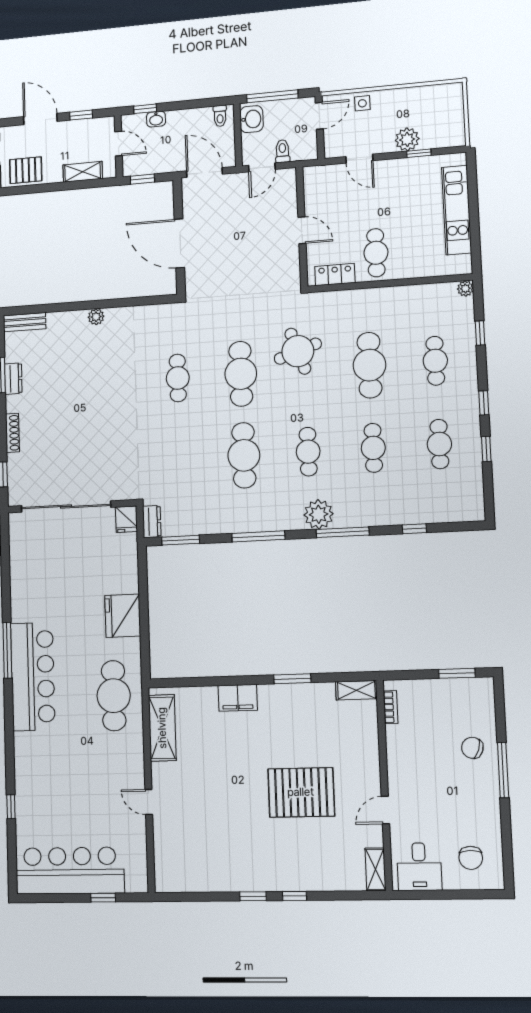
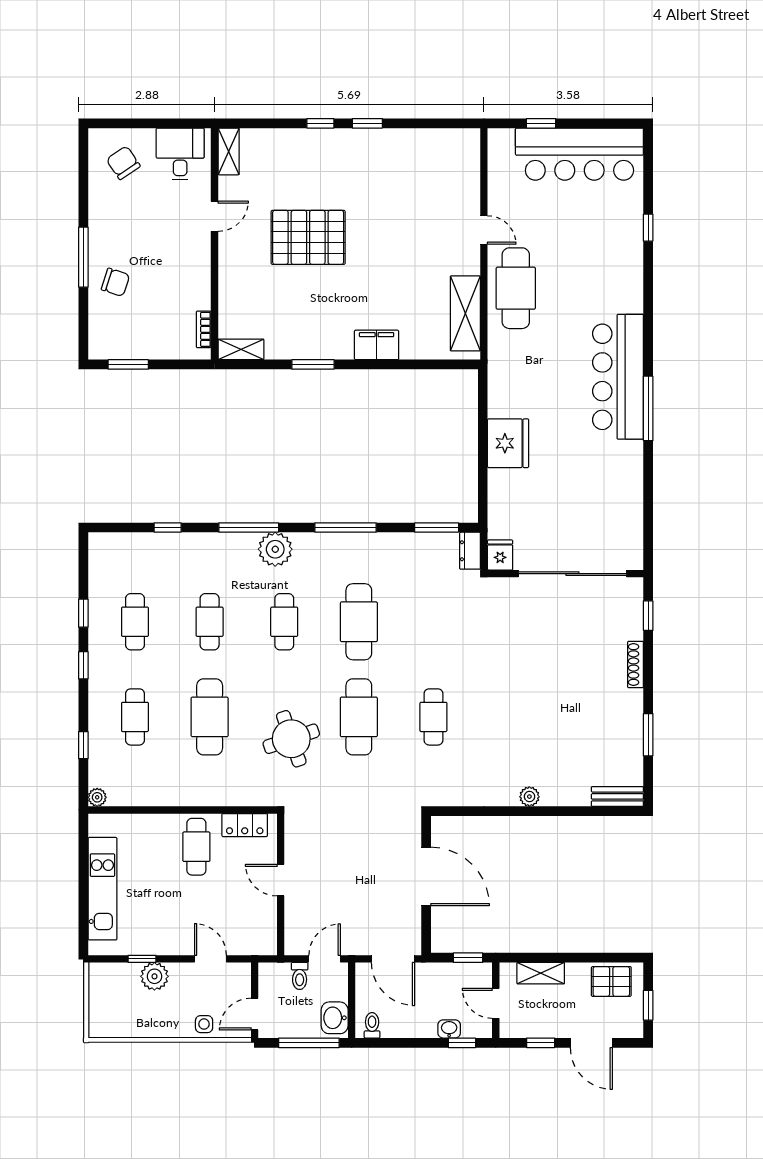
dresser: (13, 379) -> (633, 729), removed
cafe table: (114, 696) -> (516, 288), moved
chair: (471, 858) -> (123, 163), turned -34

